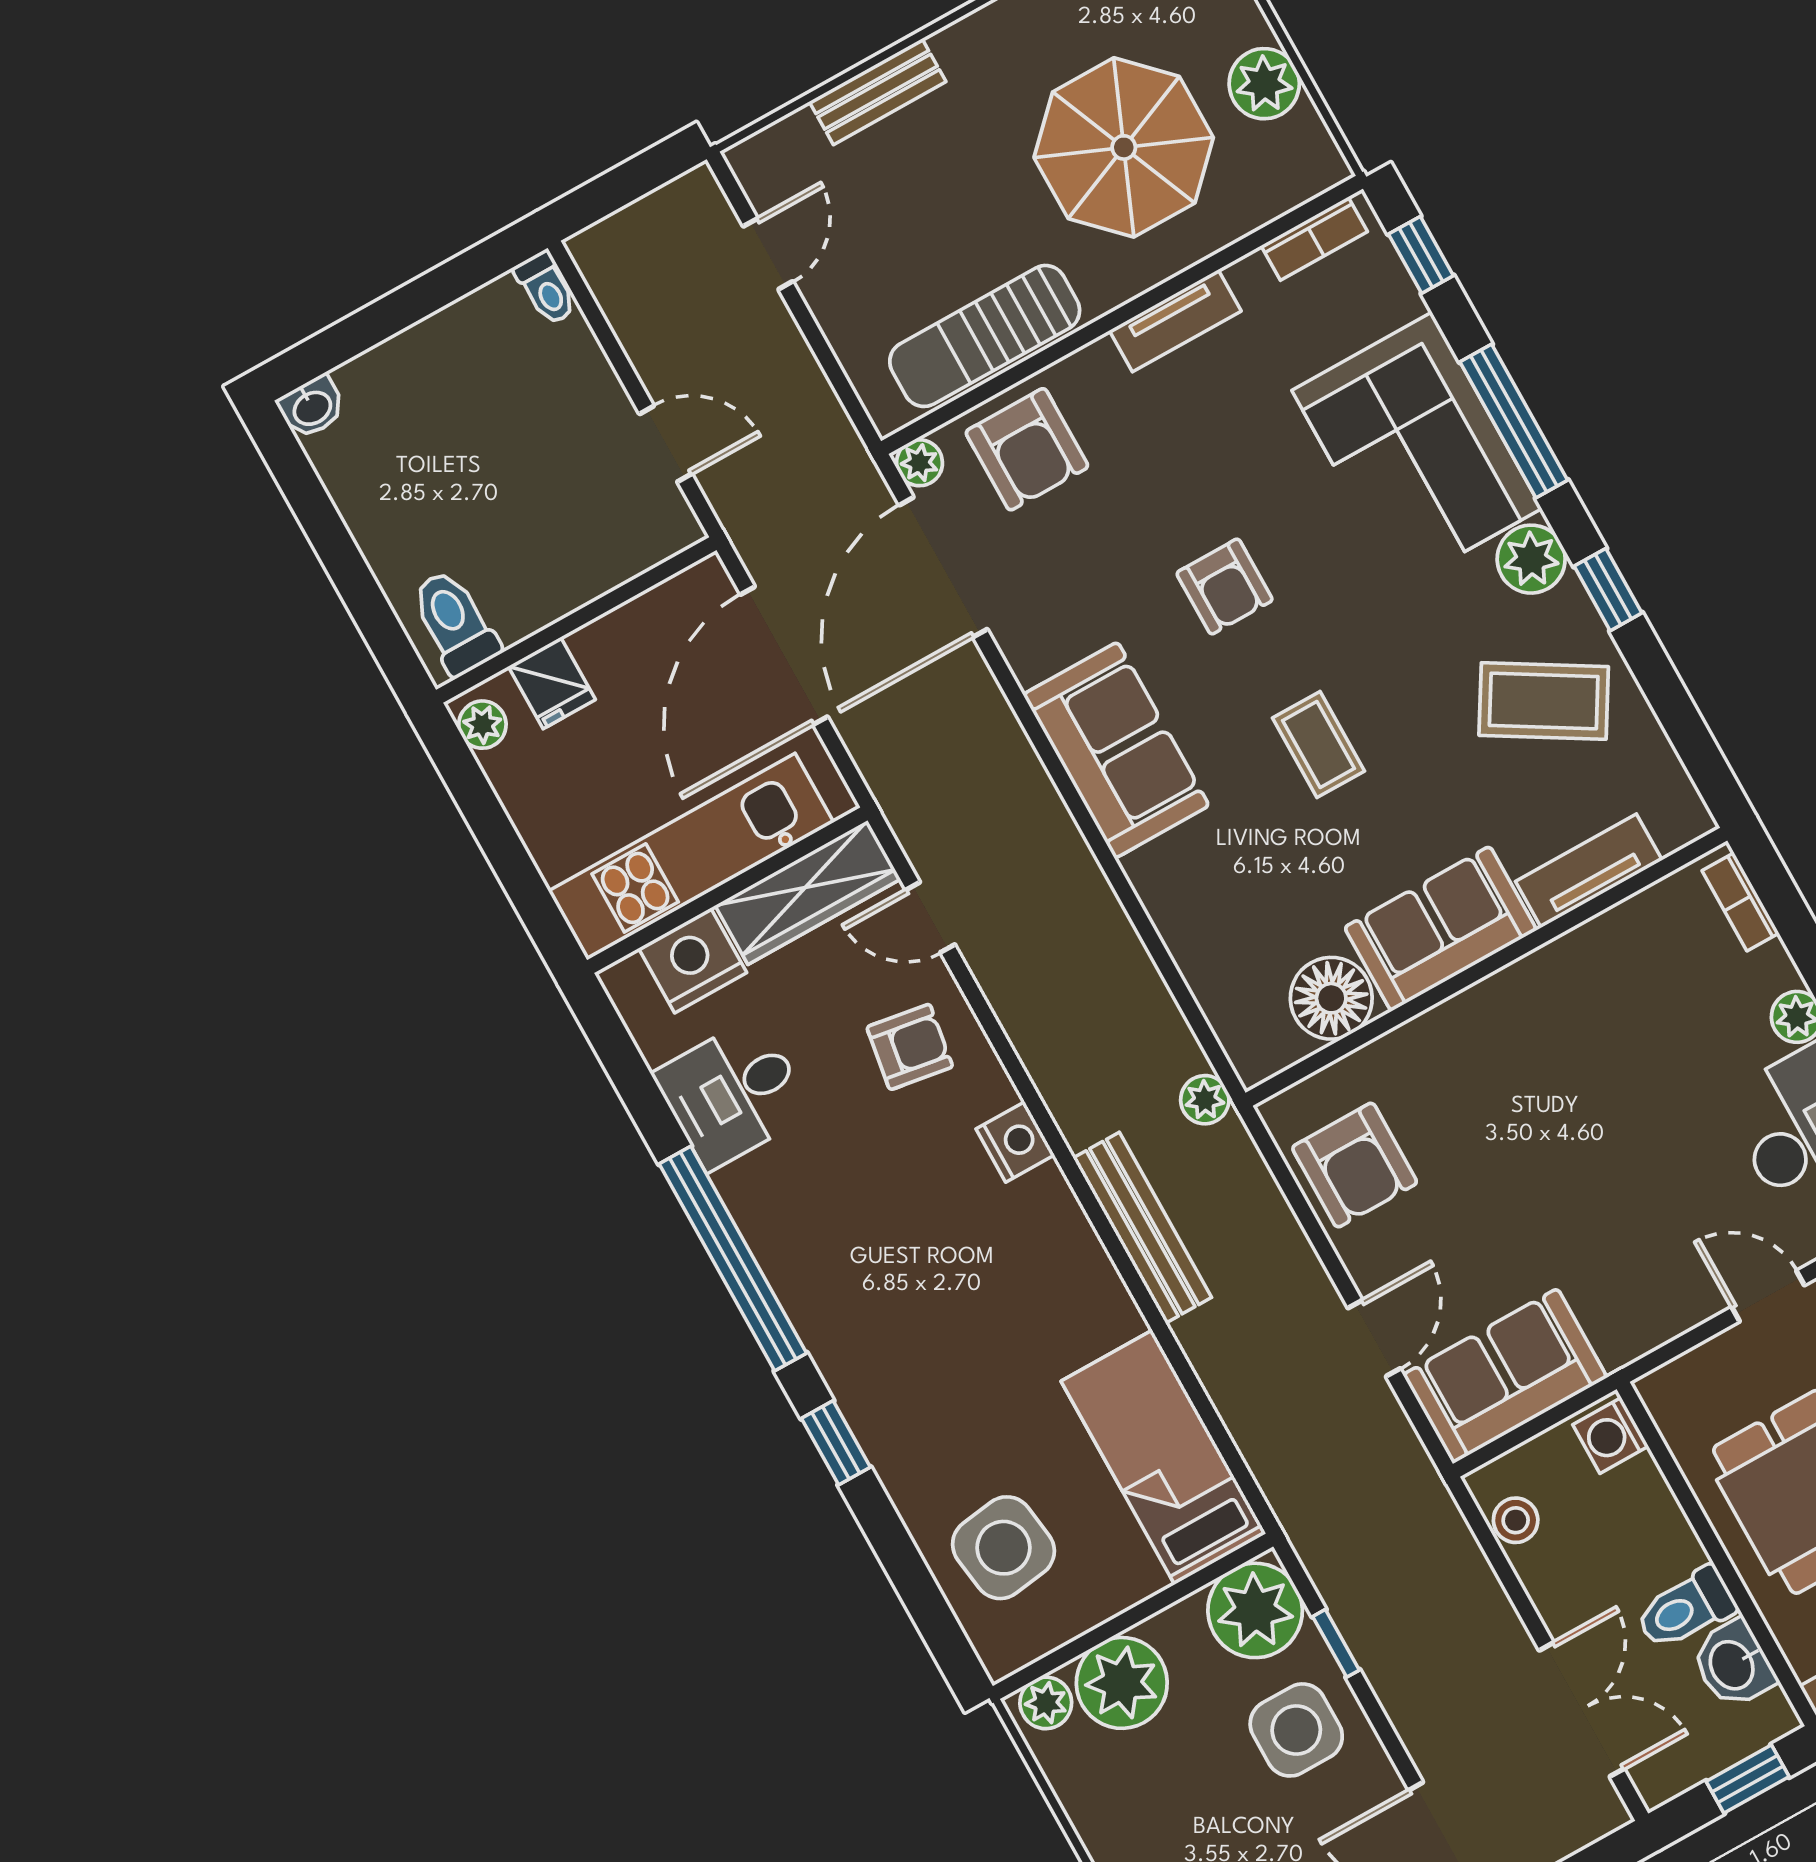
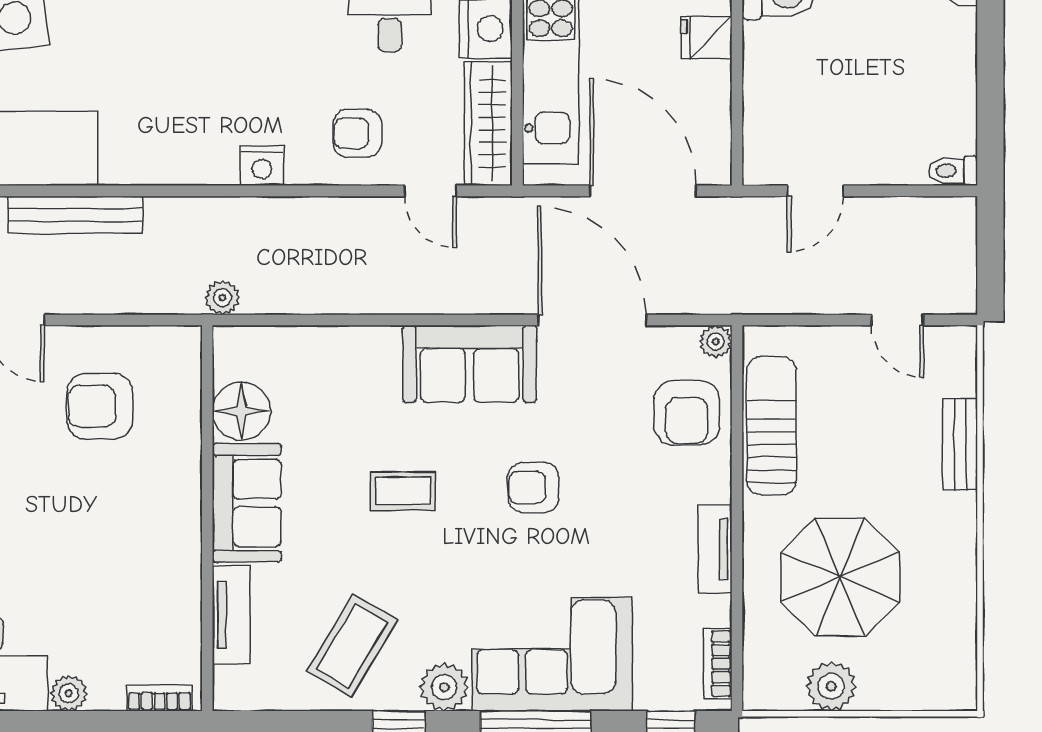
armchair: (1027, 449) -> (687, 413), turned -90
door: (943, 567) -> (592, 320), moved
door: (930, 917) -> (430, 191), swing flipped
armchair: (910, 1047) -> (357, 133), turned 81
armchair: (1355, 1165) -> (100, 406), moved
bench: (1142, 1228) -> (75, 215), moved

